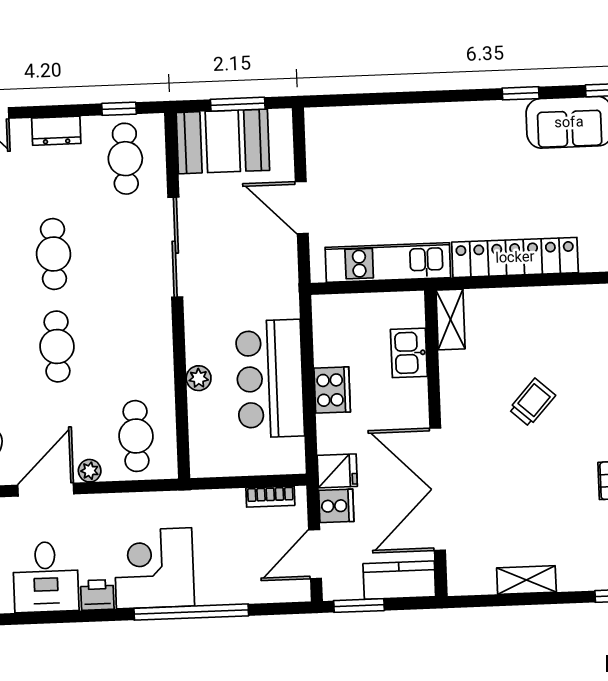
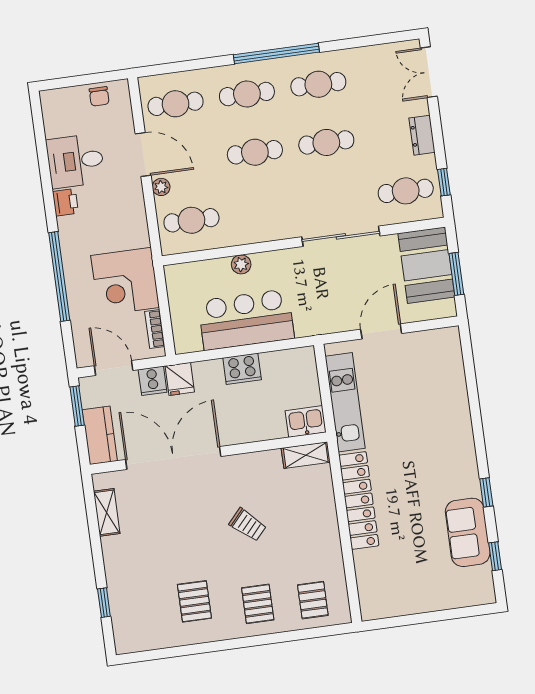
kitchen sink: (409, 353) -> (306, 421), moved
corner desk: (154, 568) -> (125, 281), moved, turned 180
shelving: (526, 580) -> (107, 512), moved

